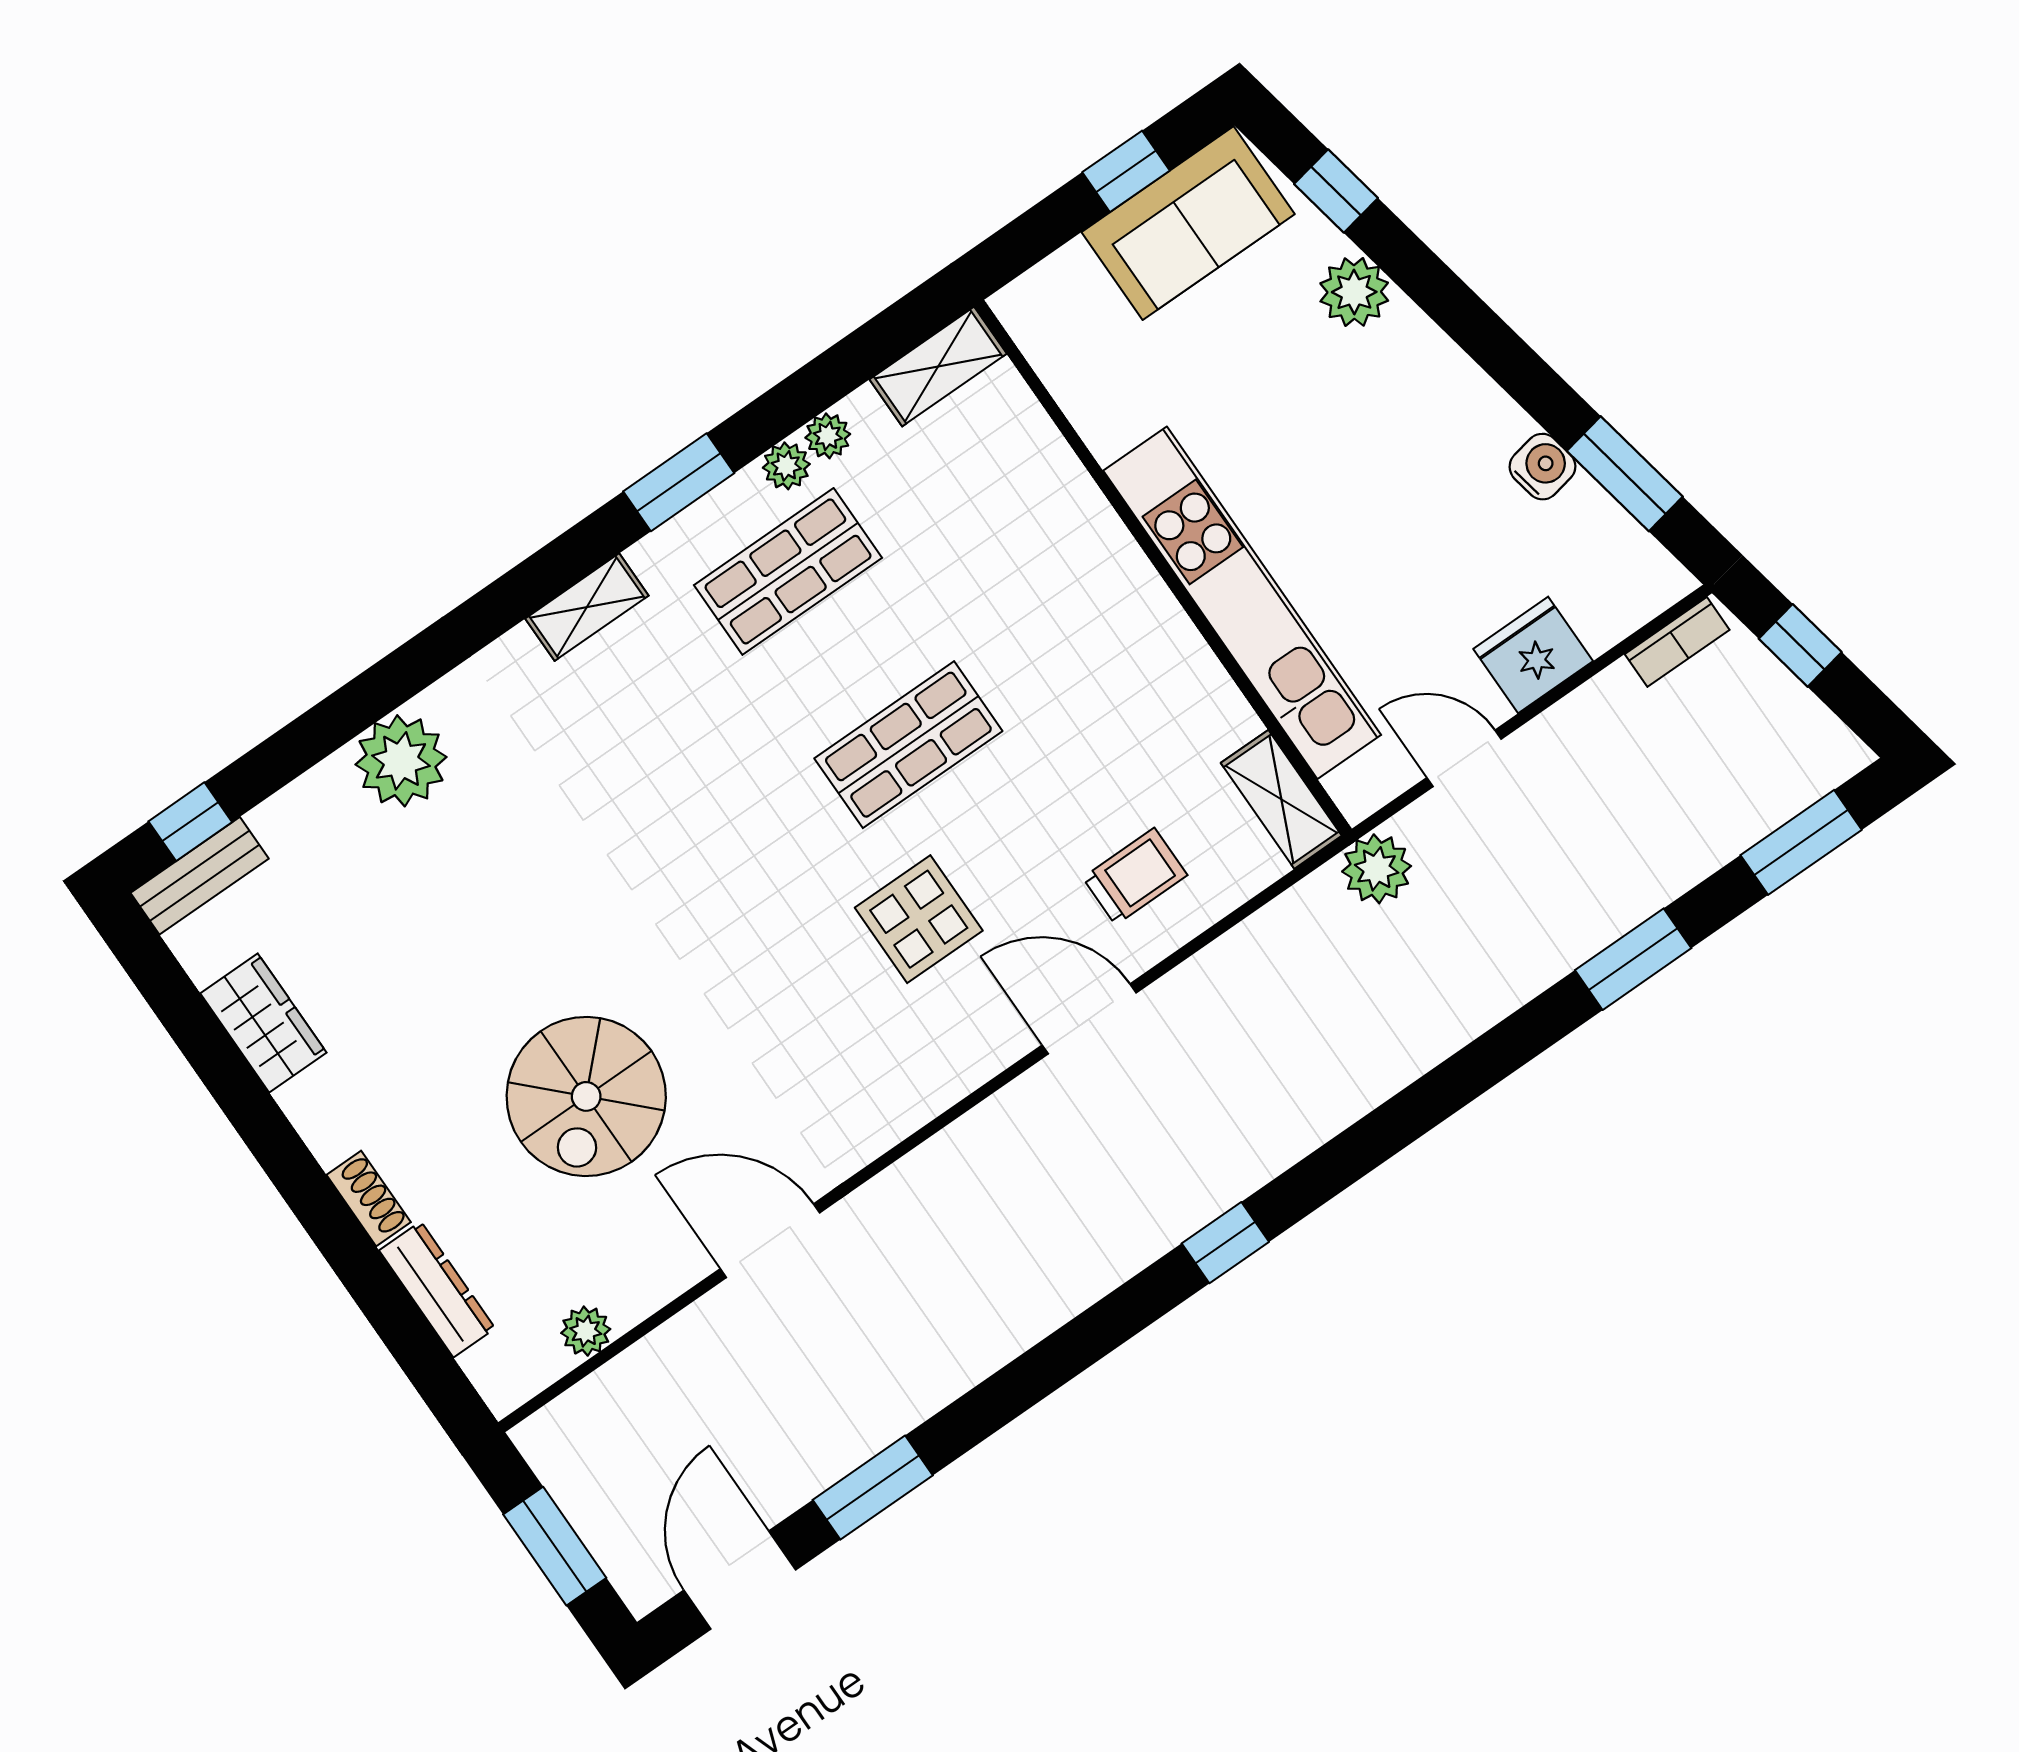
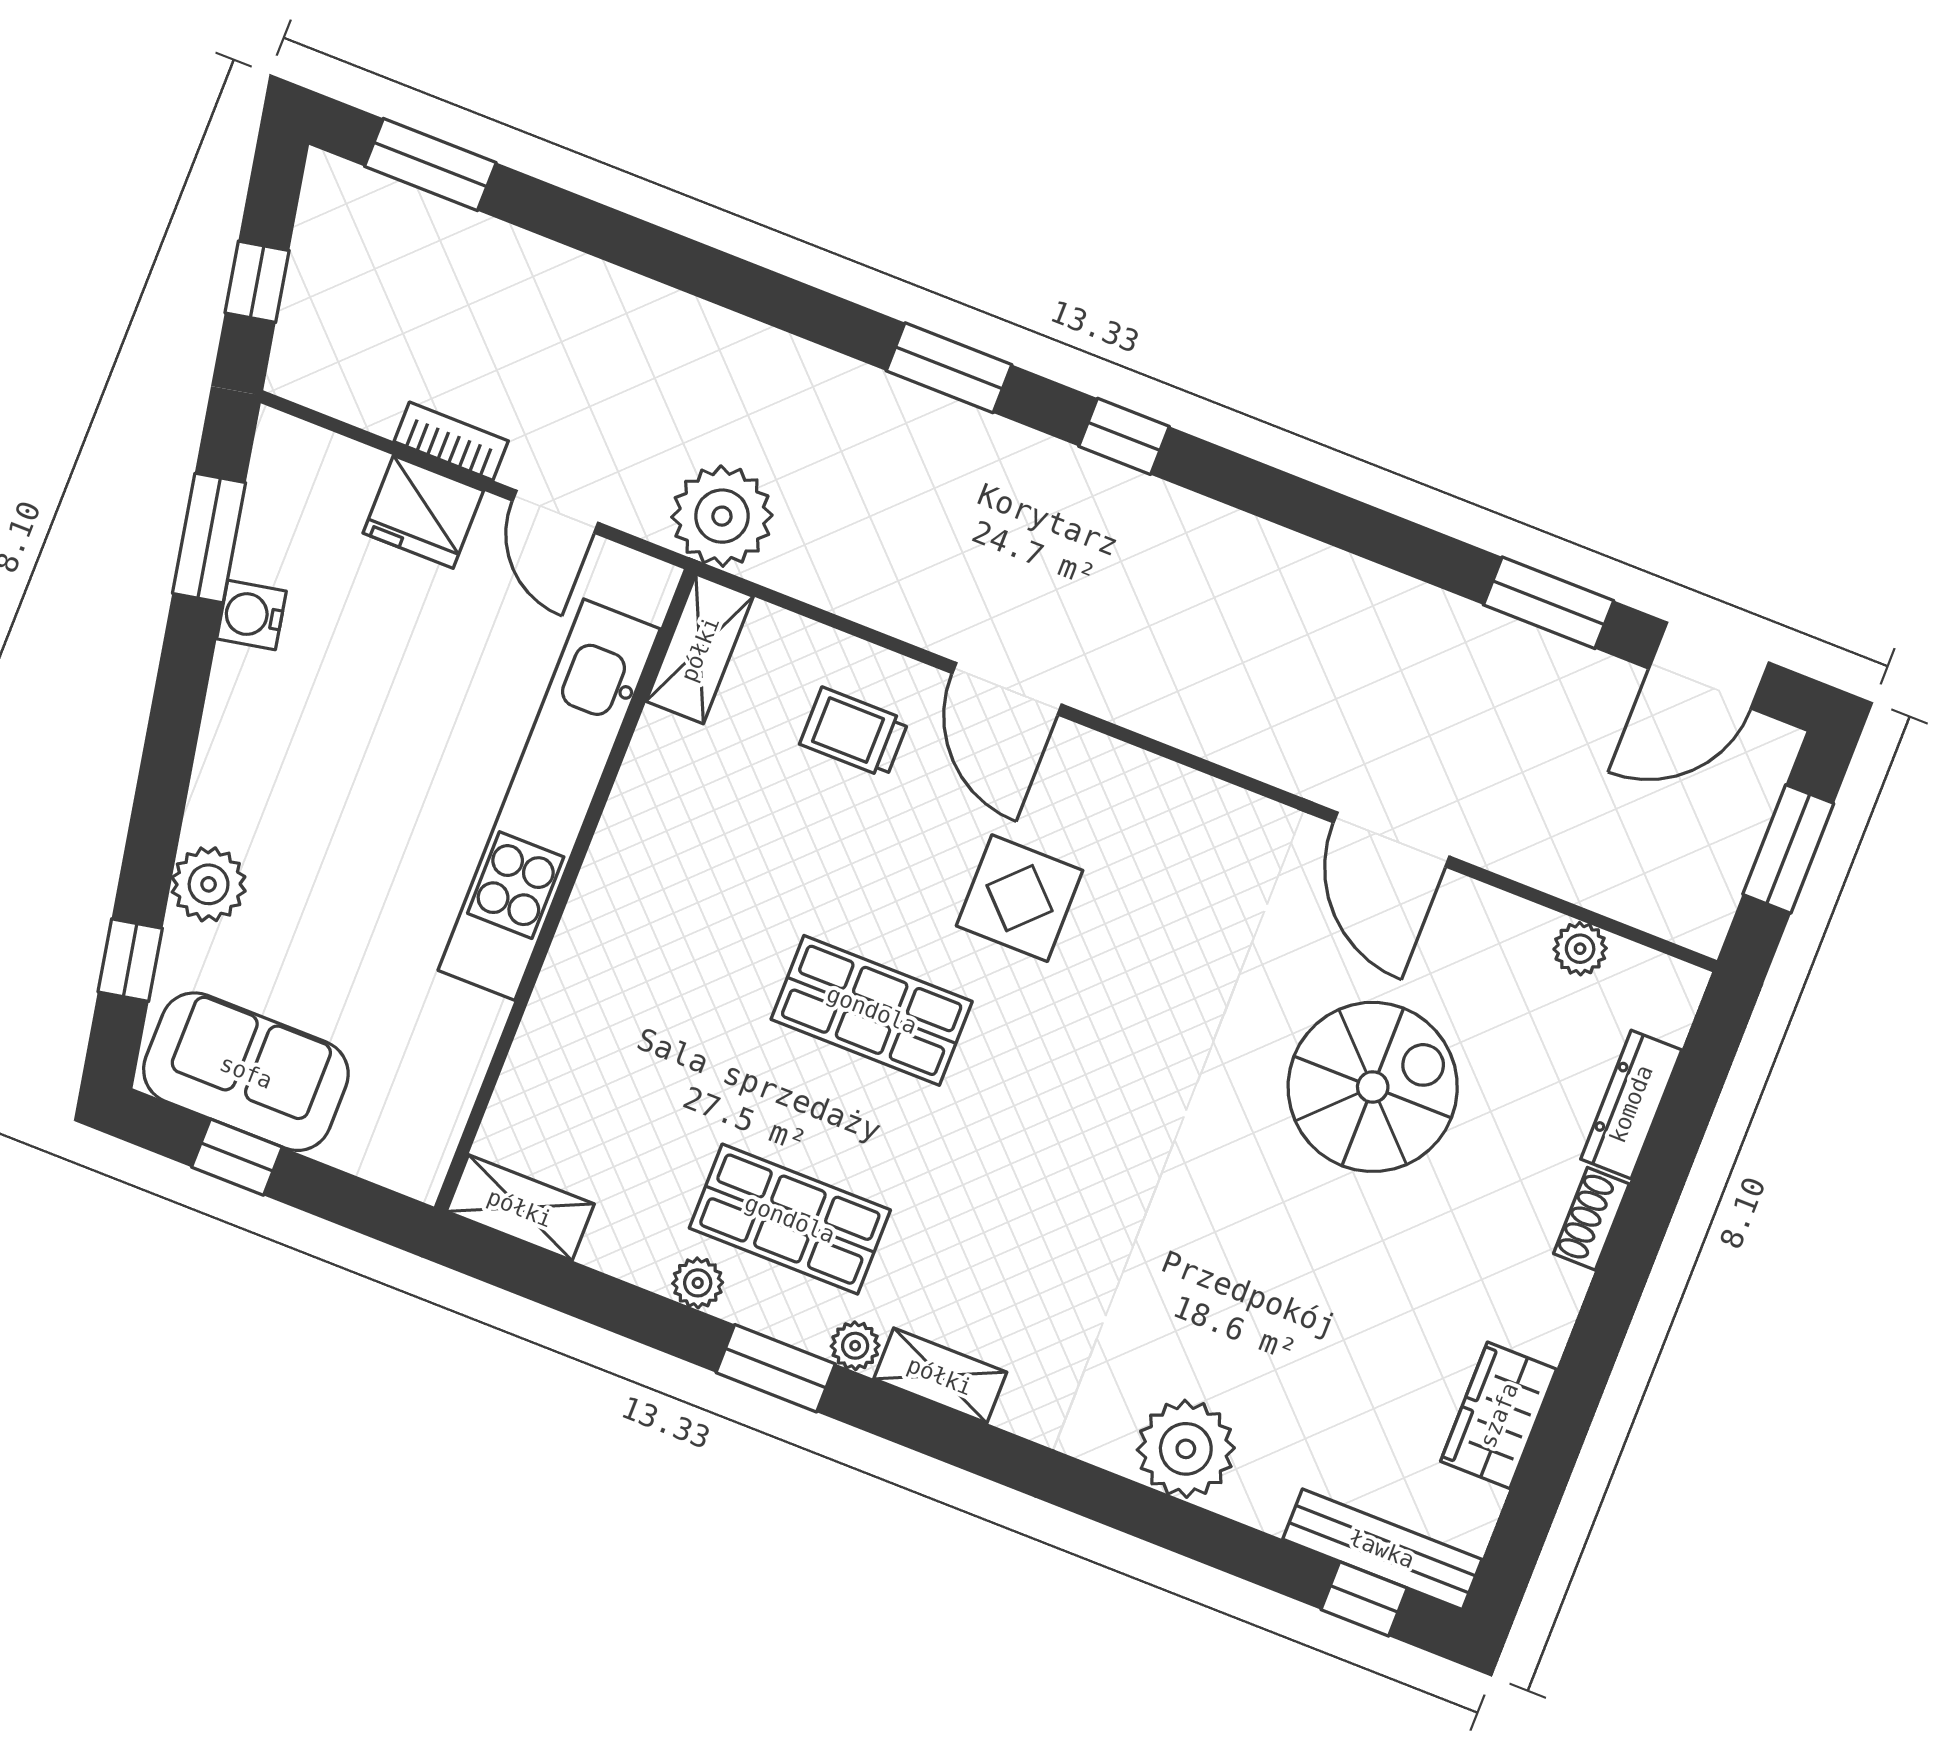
plant: (828, 436) -> (855, 1346), moved
bookcase: (1677, 642) -> (451, 441), moved
plant: (1377, 869) -> (722, 516), width x1.36, depth x1.36
bench: (200, 876) -> (1382, 1549), width x1.36
window: (1633, 959) -> (949, 368), moved

